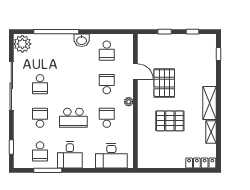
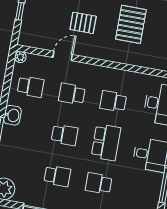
pallet: (164, 83) -> (83, 23), width x0.67, depth x0.71
plant: (129, 102) -> (20, 57), moved
school desk: (40, 151) -> (65, 135), moved

